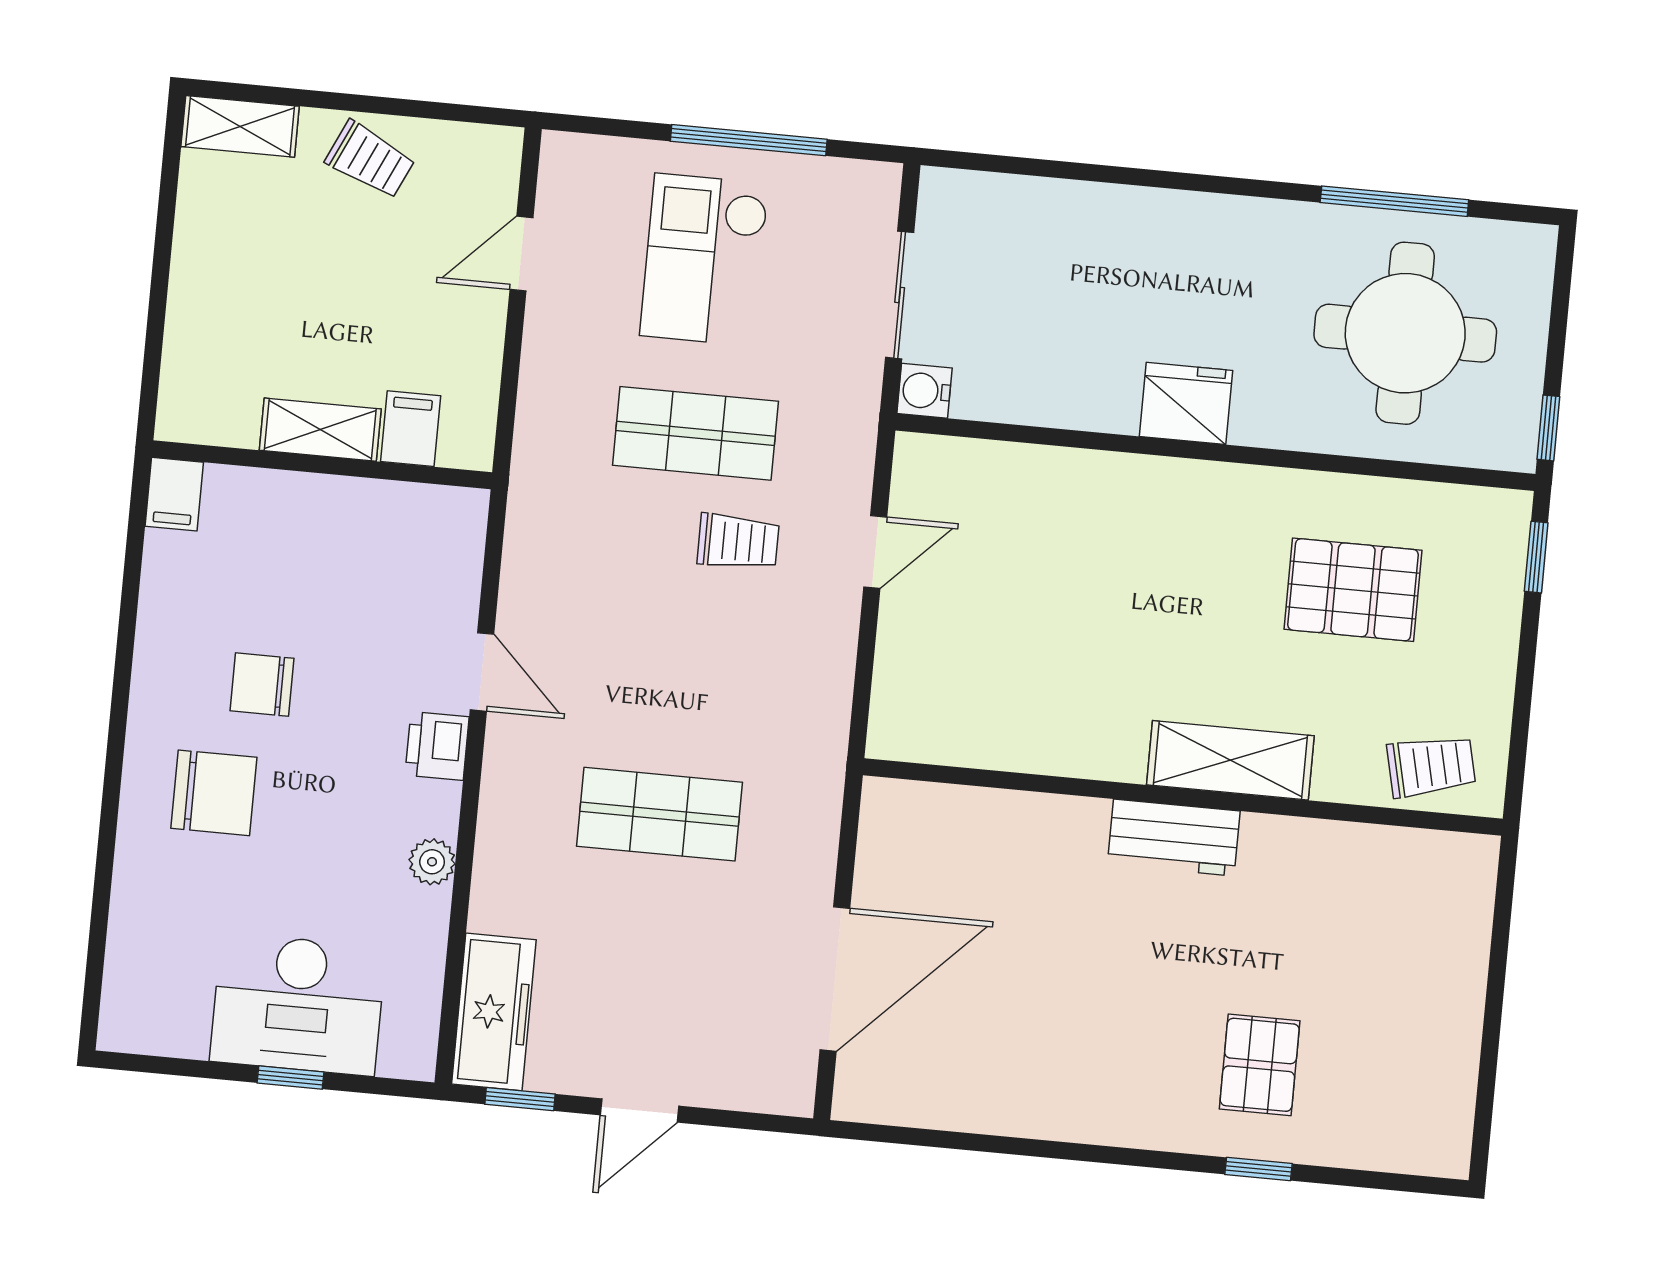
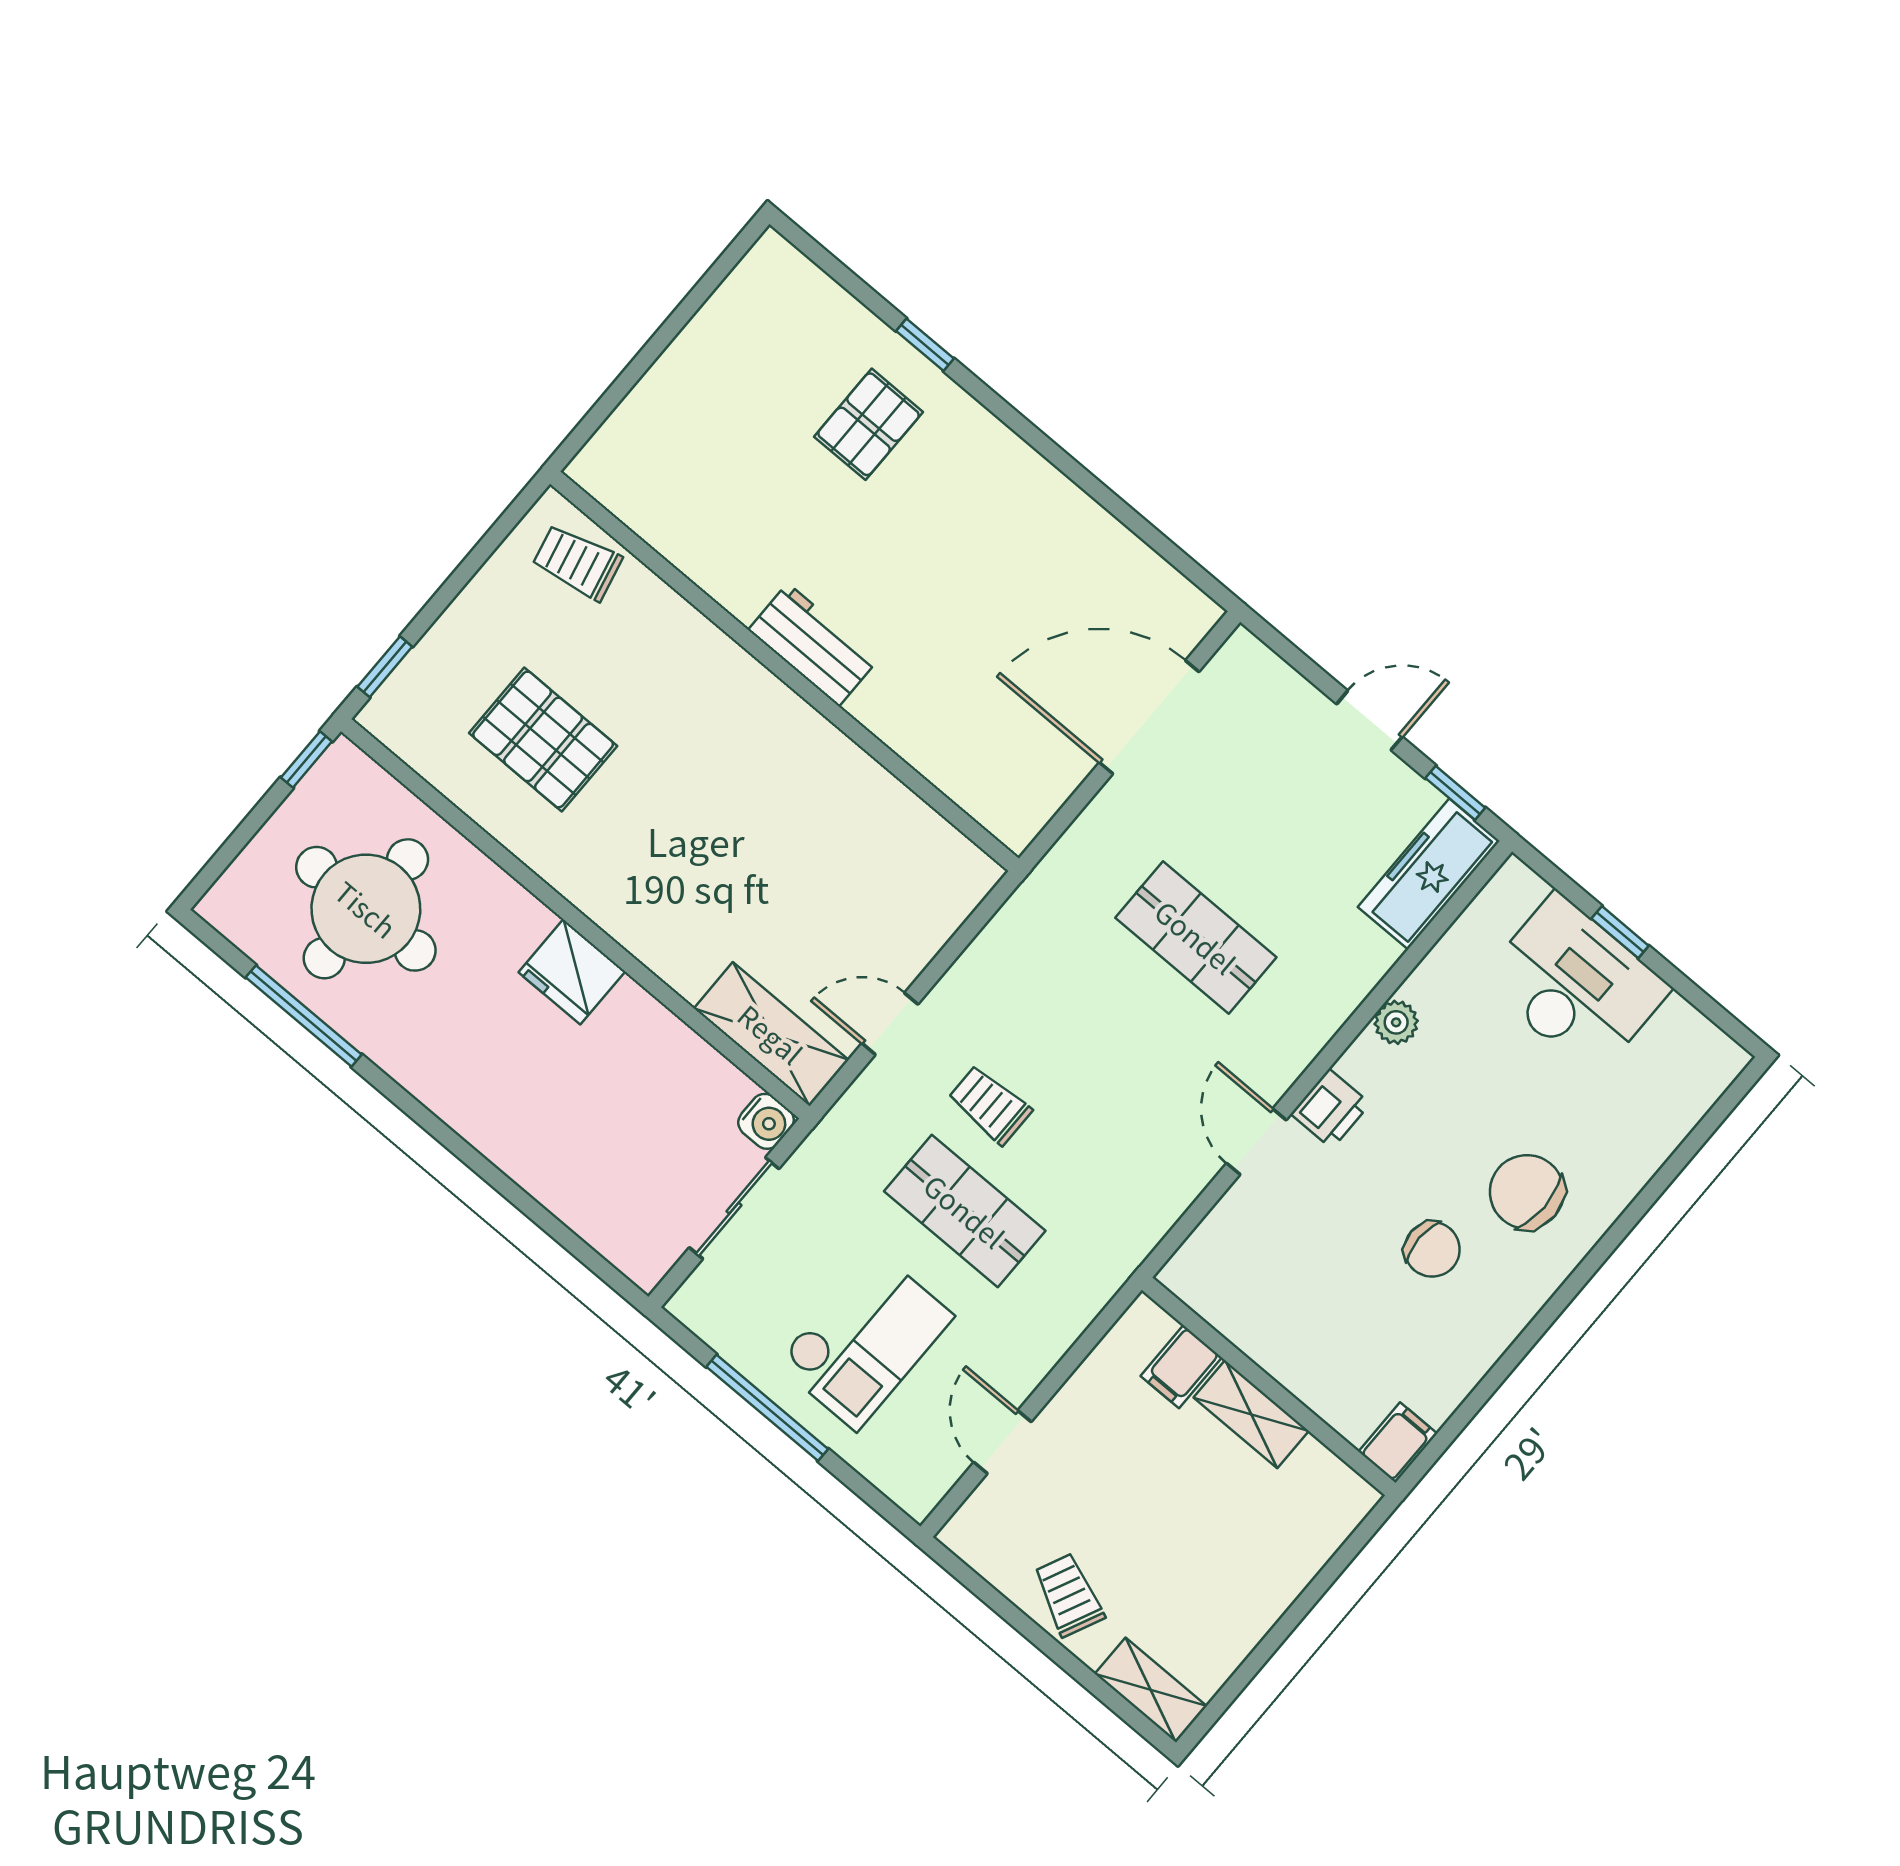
door: (521, 254) -> (1002, 1442), swing flipped
shelving: (1230, 760) -> (771, 1034), moved

